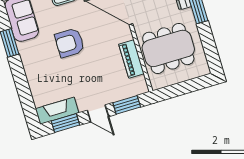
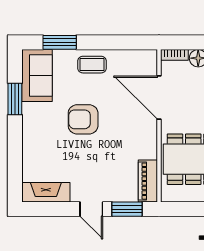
piano: (131, 59) -> (148, 181), moved
window: (65, 123) -> (51, 209), removed

